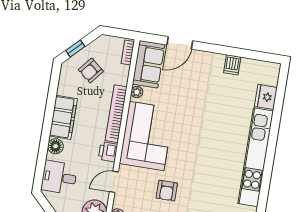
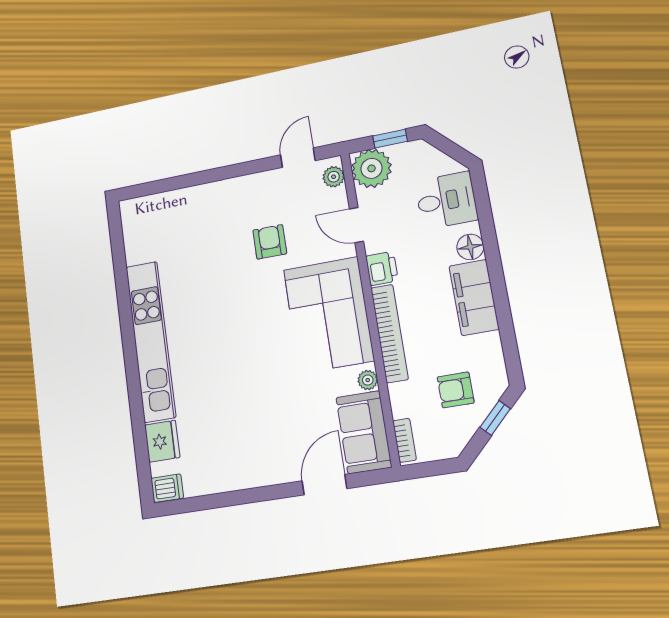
dishwasher: (232, 65) -> (167, 488), moved, turned 90
armchair: (91, 71) -> (456, 390), turned -129
door: (114, 182) -> (356, 225), swing flipped

